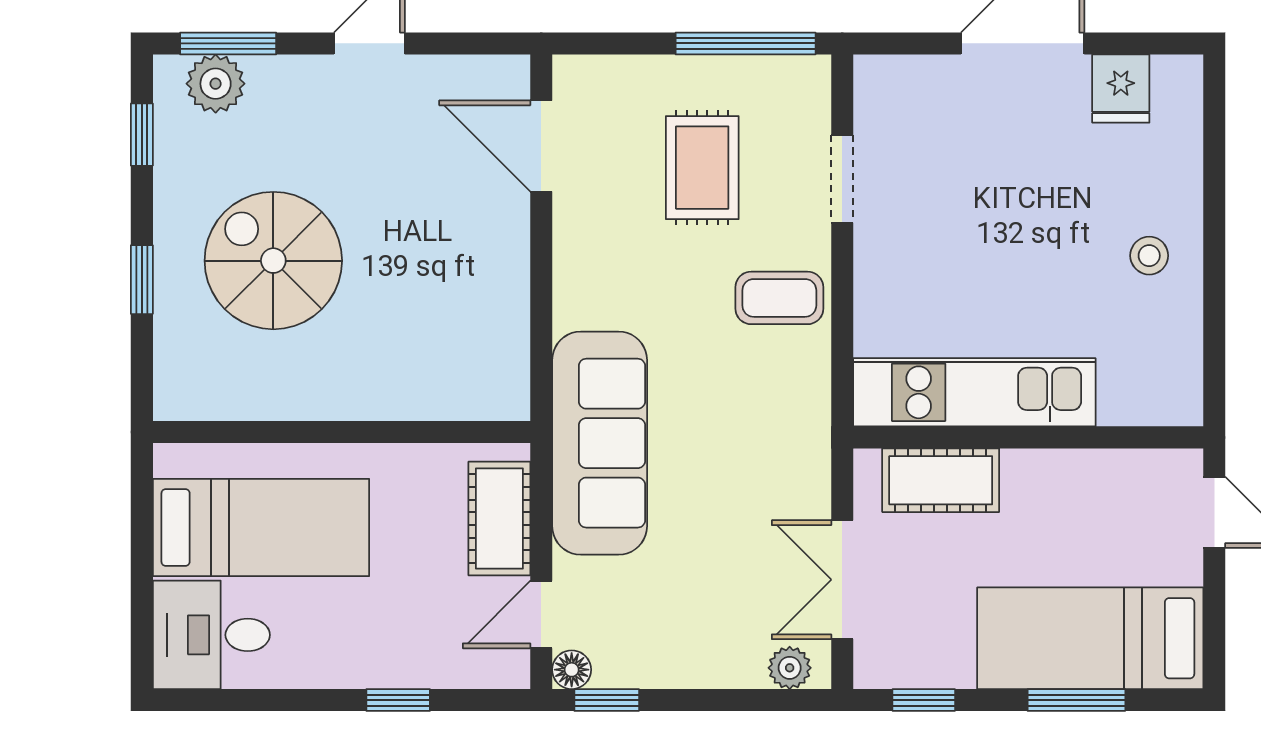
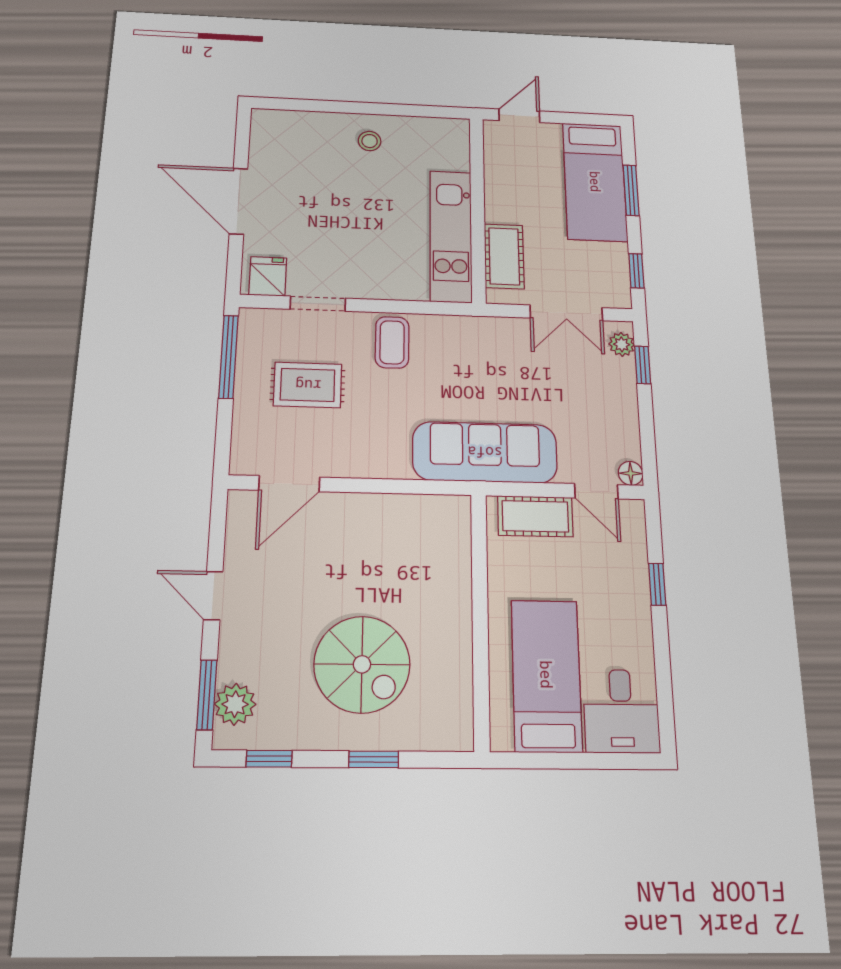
fridge: (1121, 89) -> (268, 276), moved, turned -90
spiral stairs: (273, 261) -> (362, 664), turned -90
window: (607, 700) -> (643, 365), moved

